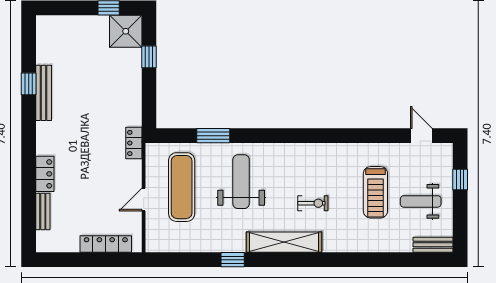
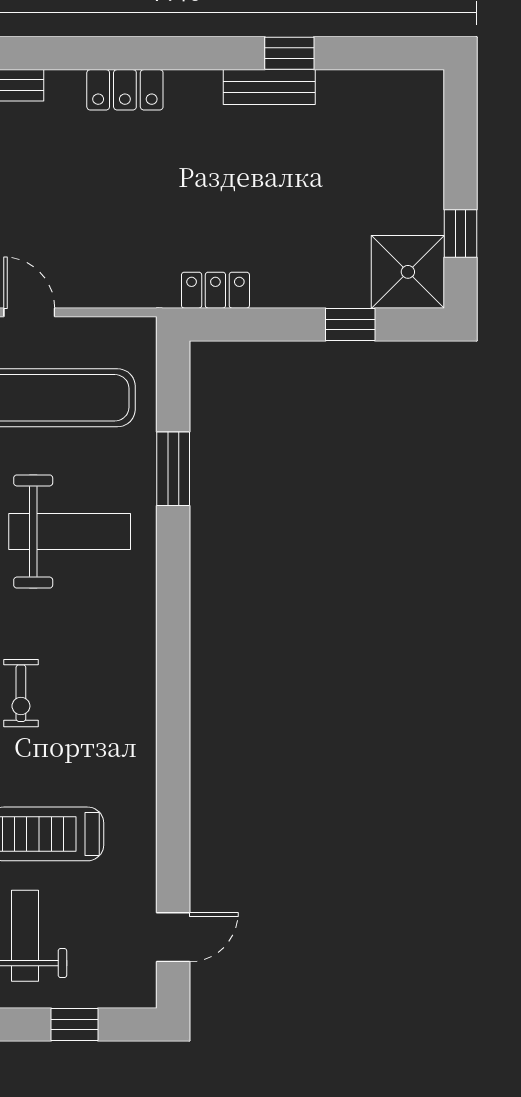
bench: (44, 93) -> (269, 87), width x0.73
locker: (134, 143) -> (215, 290), moved
locker: (45, 174) -> (125, 90), moved

